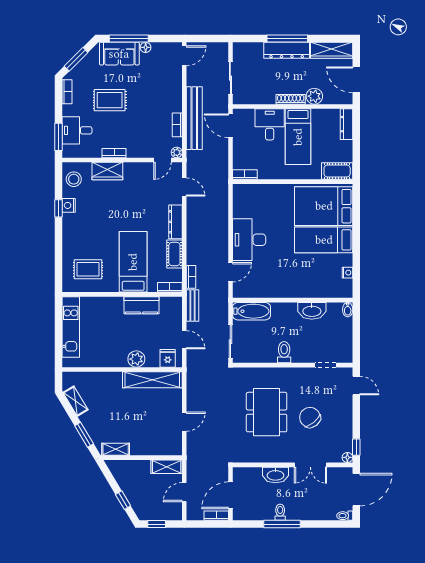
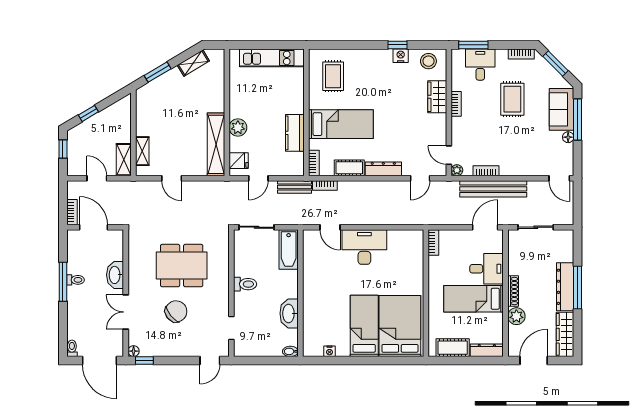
cot: (337, 171) -> (453, 348), moved, turned 90
shelving: (116, 449) -> (142, 151), moved

